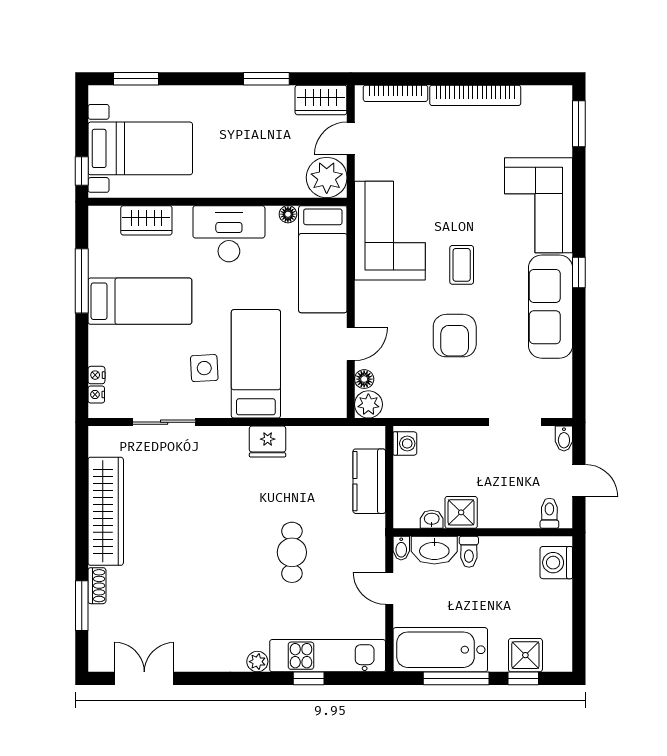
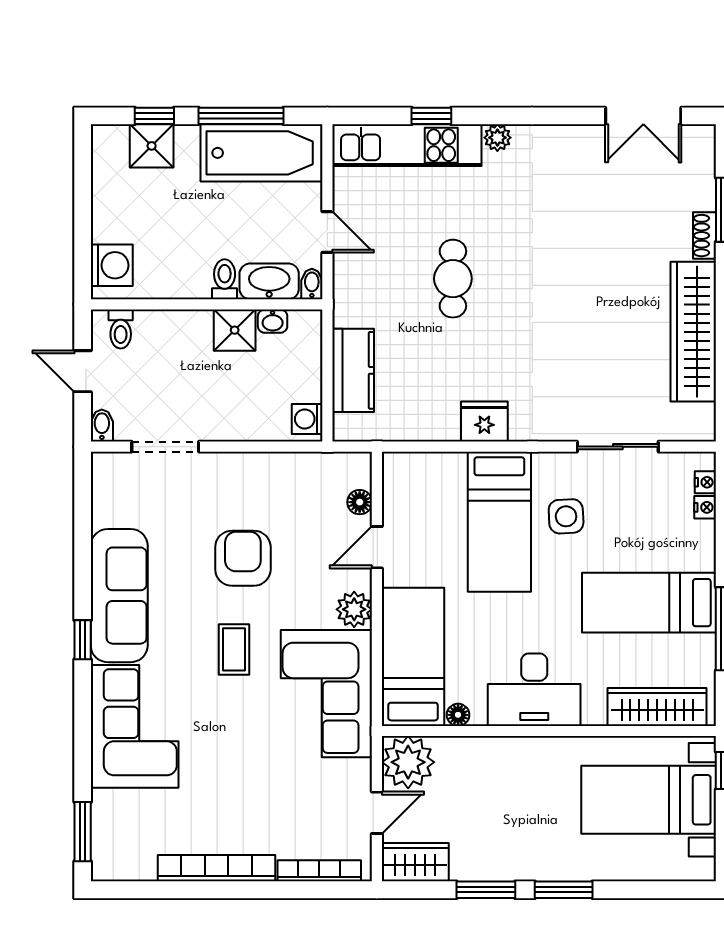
window: (136, 79) -> (564, 890), moved
wardrobe: (146, 220) -> (657, 707), width x1.50
plant: (368, 404) -> (354, 609), moved

